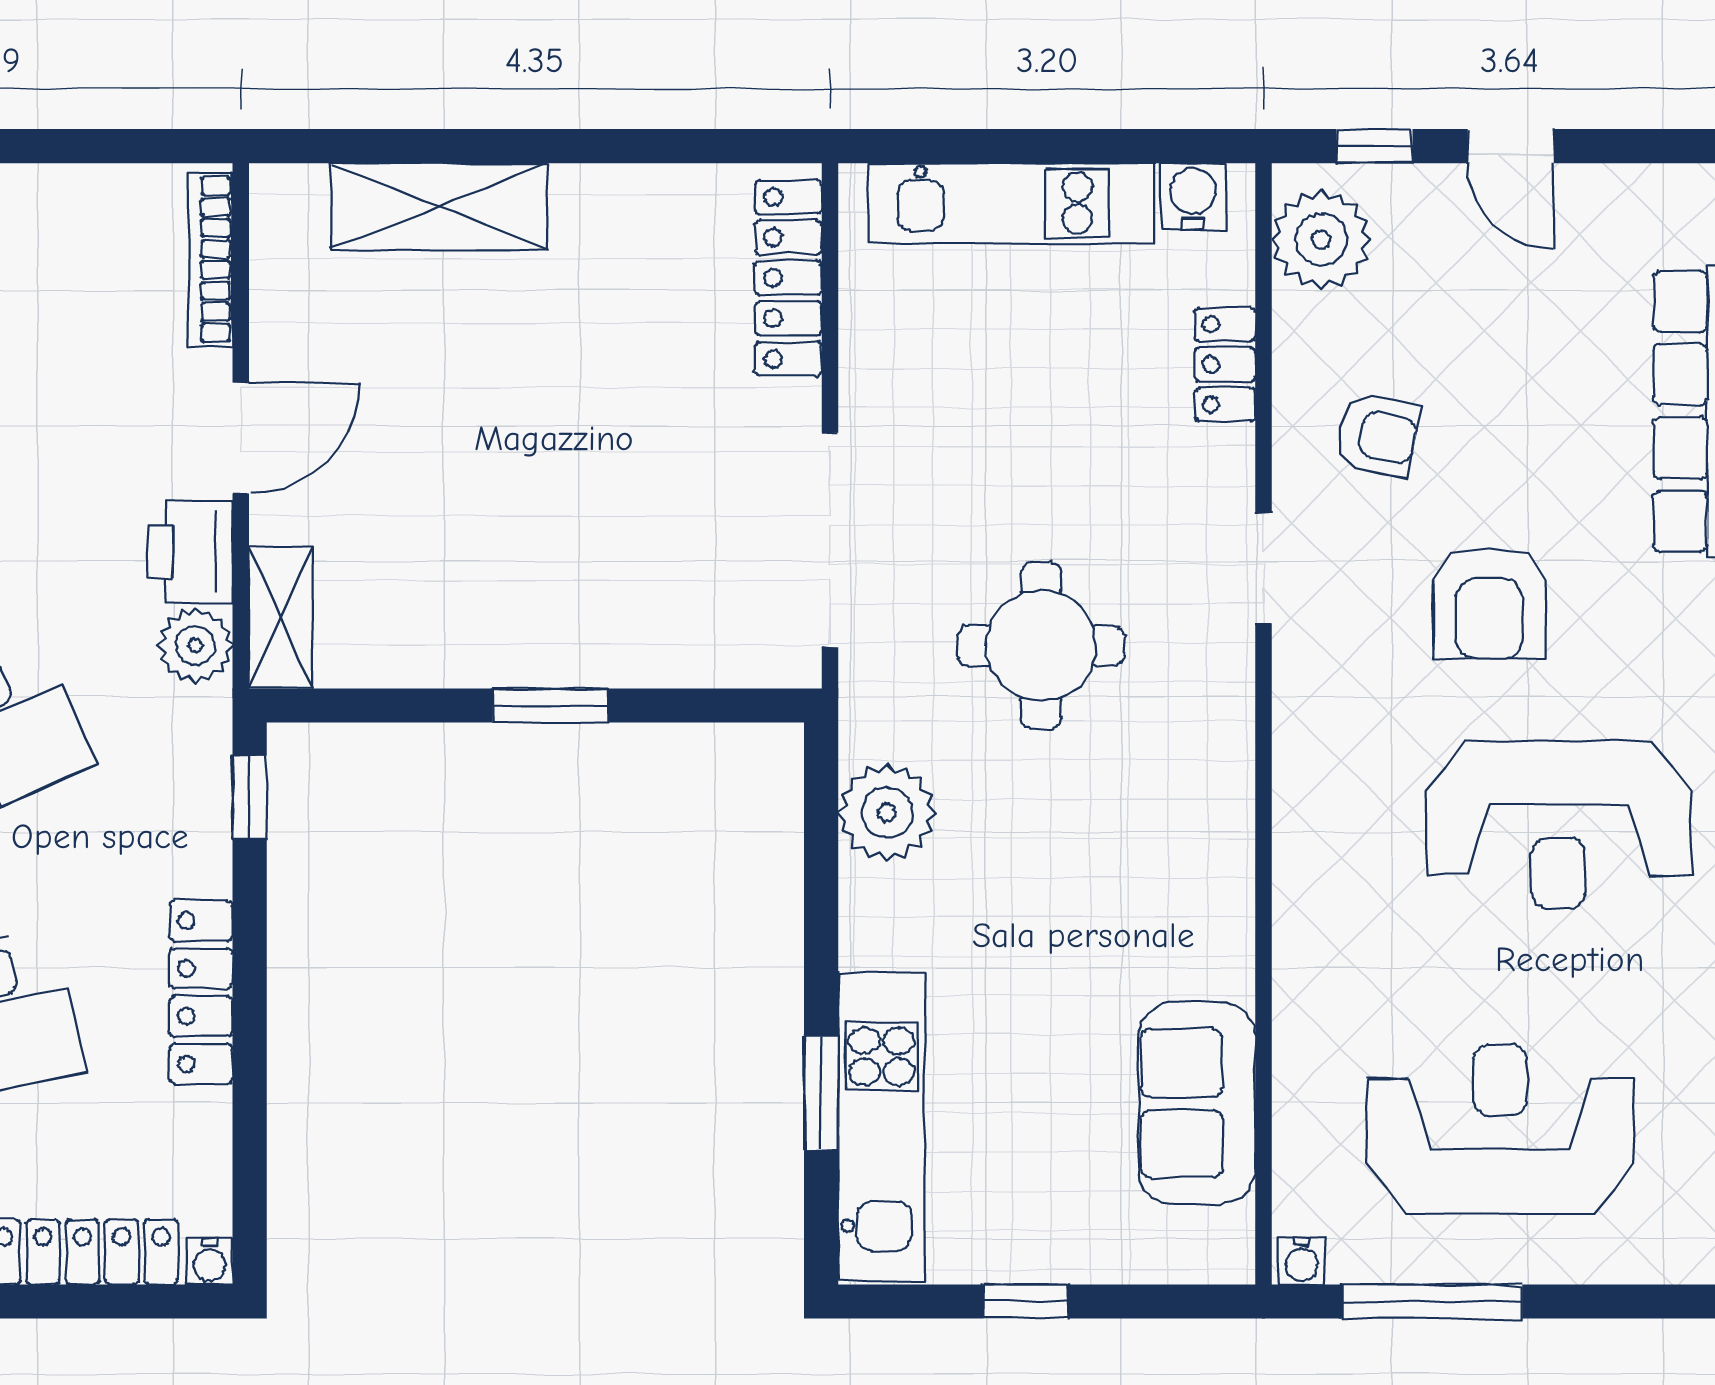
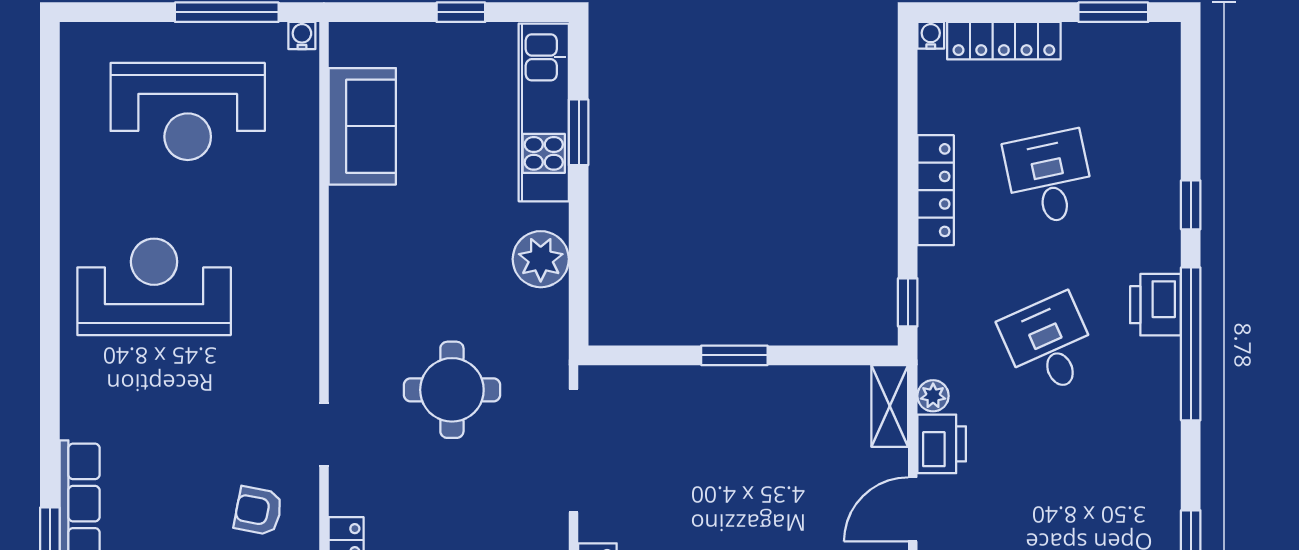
armchair: (1489, 603) -> (194, 414), removed
plant: (195, 645) -> (933, 396), width x0.73, depth x0.73
plant: (887, 812) -> (541, 259), moved

